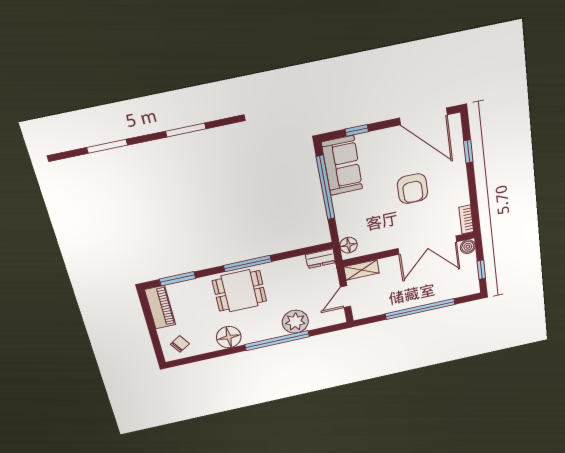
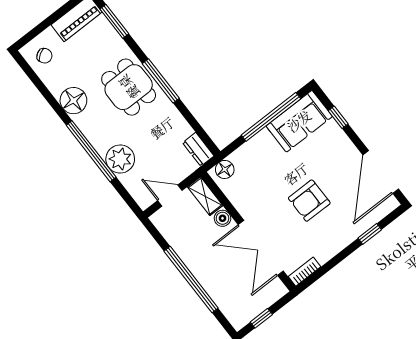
boiler: (468, 247) -> (222, 218), moved

